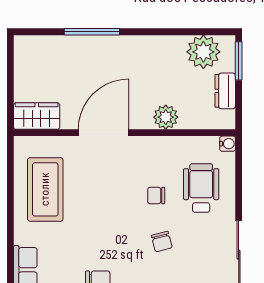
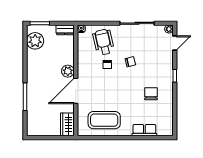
dresser: (225, 91) -> (65, 30), moved
plant: (166, 117) -> (68, 71), moved
door: (104, 133) -> (76, 91), hinge flipped
wheelchair: (201, 188) -> (103, 42), turned 77

